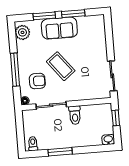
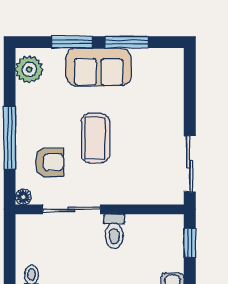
coffee table: (61, 66) -> (95, 138), turned 38

